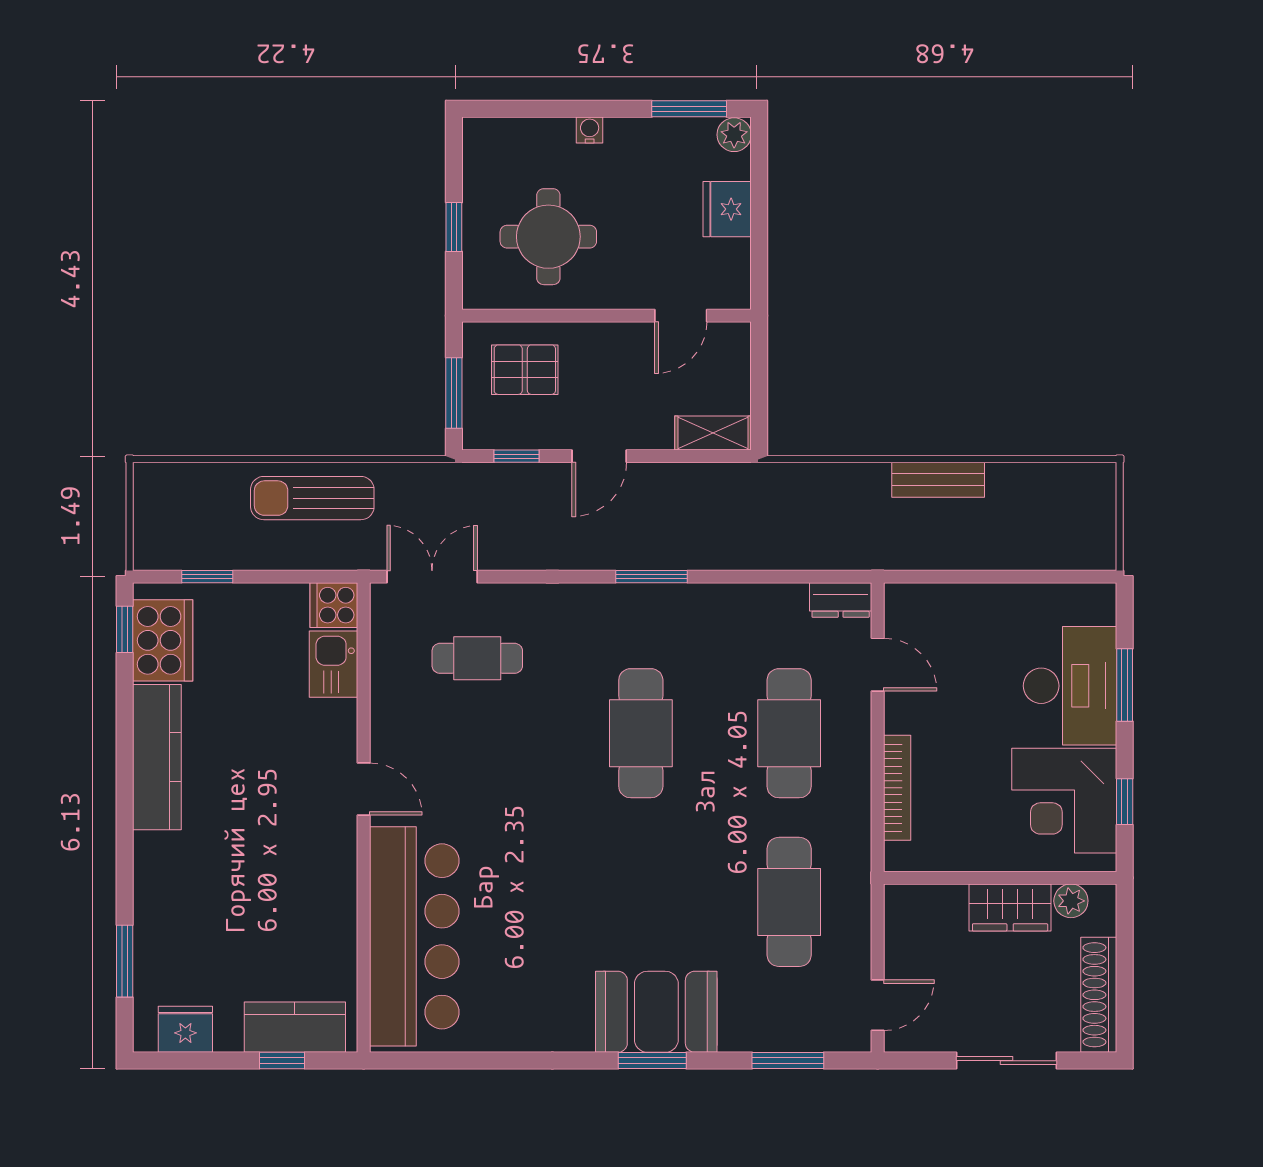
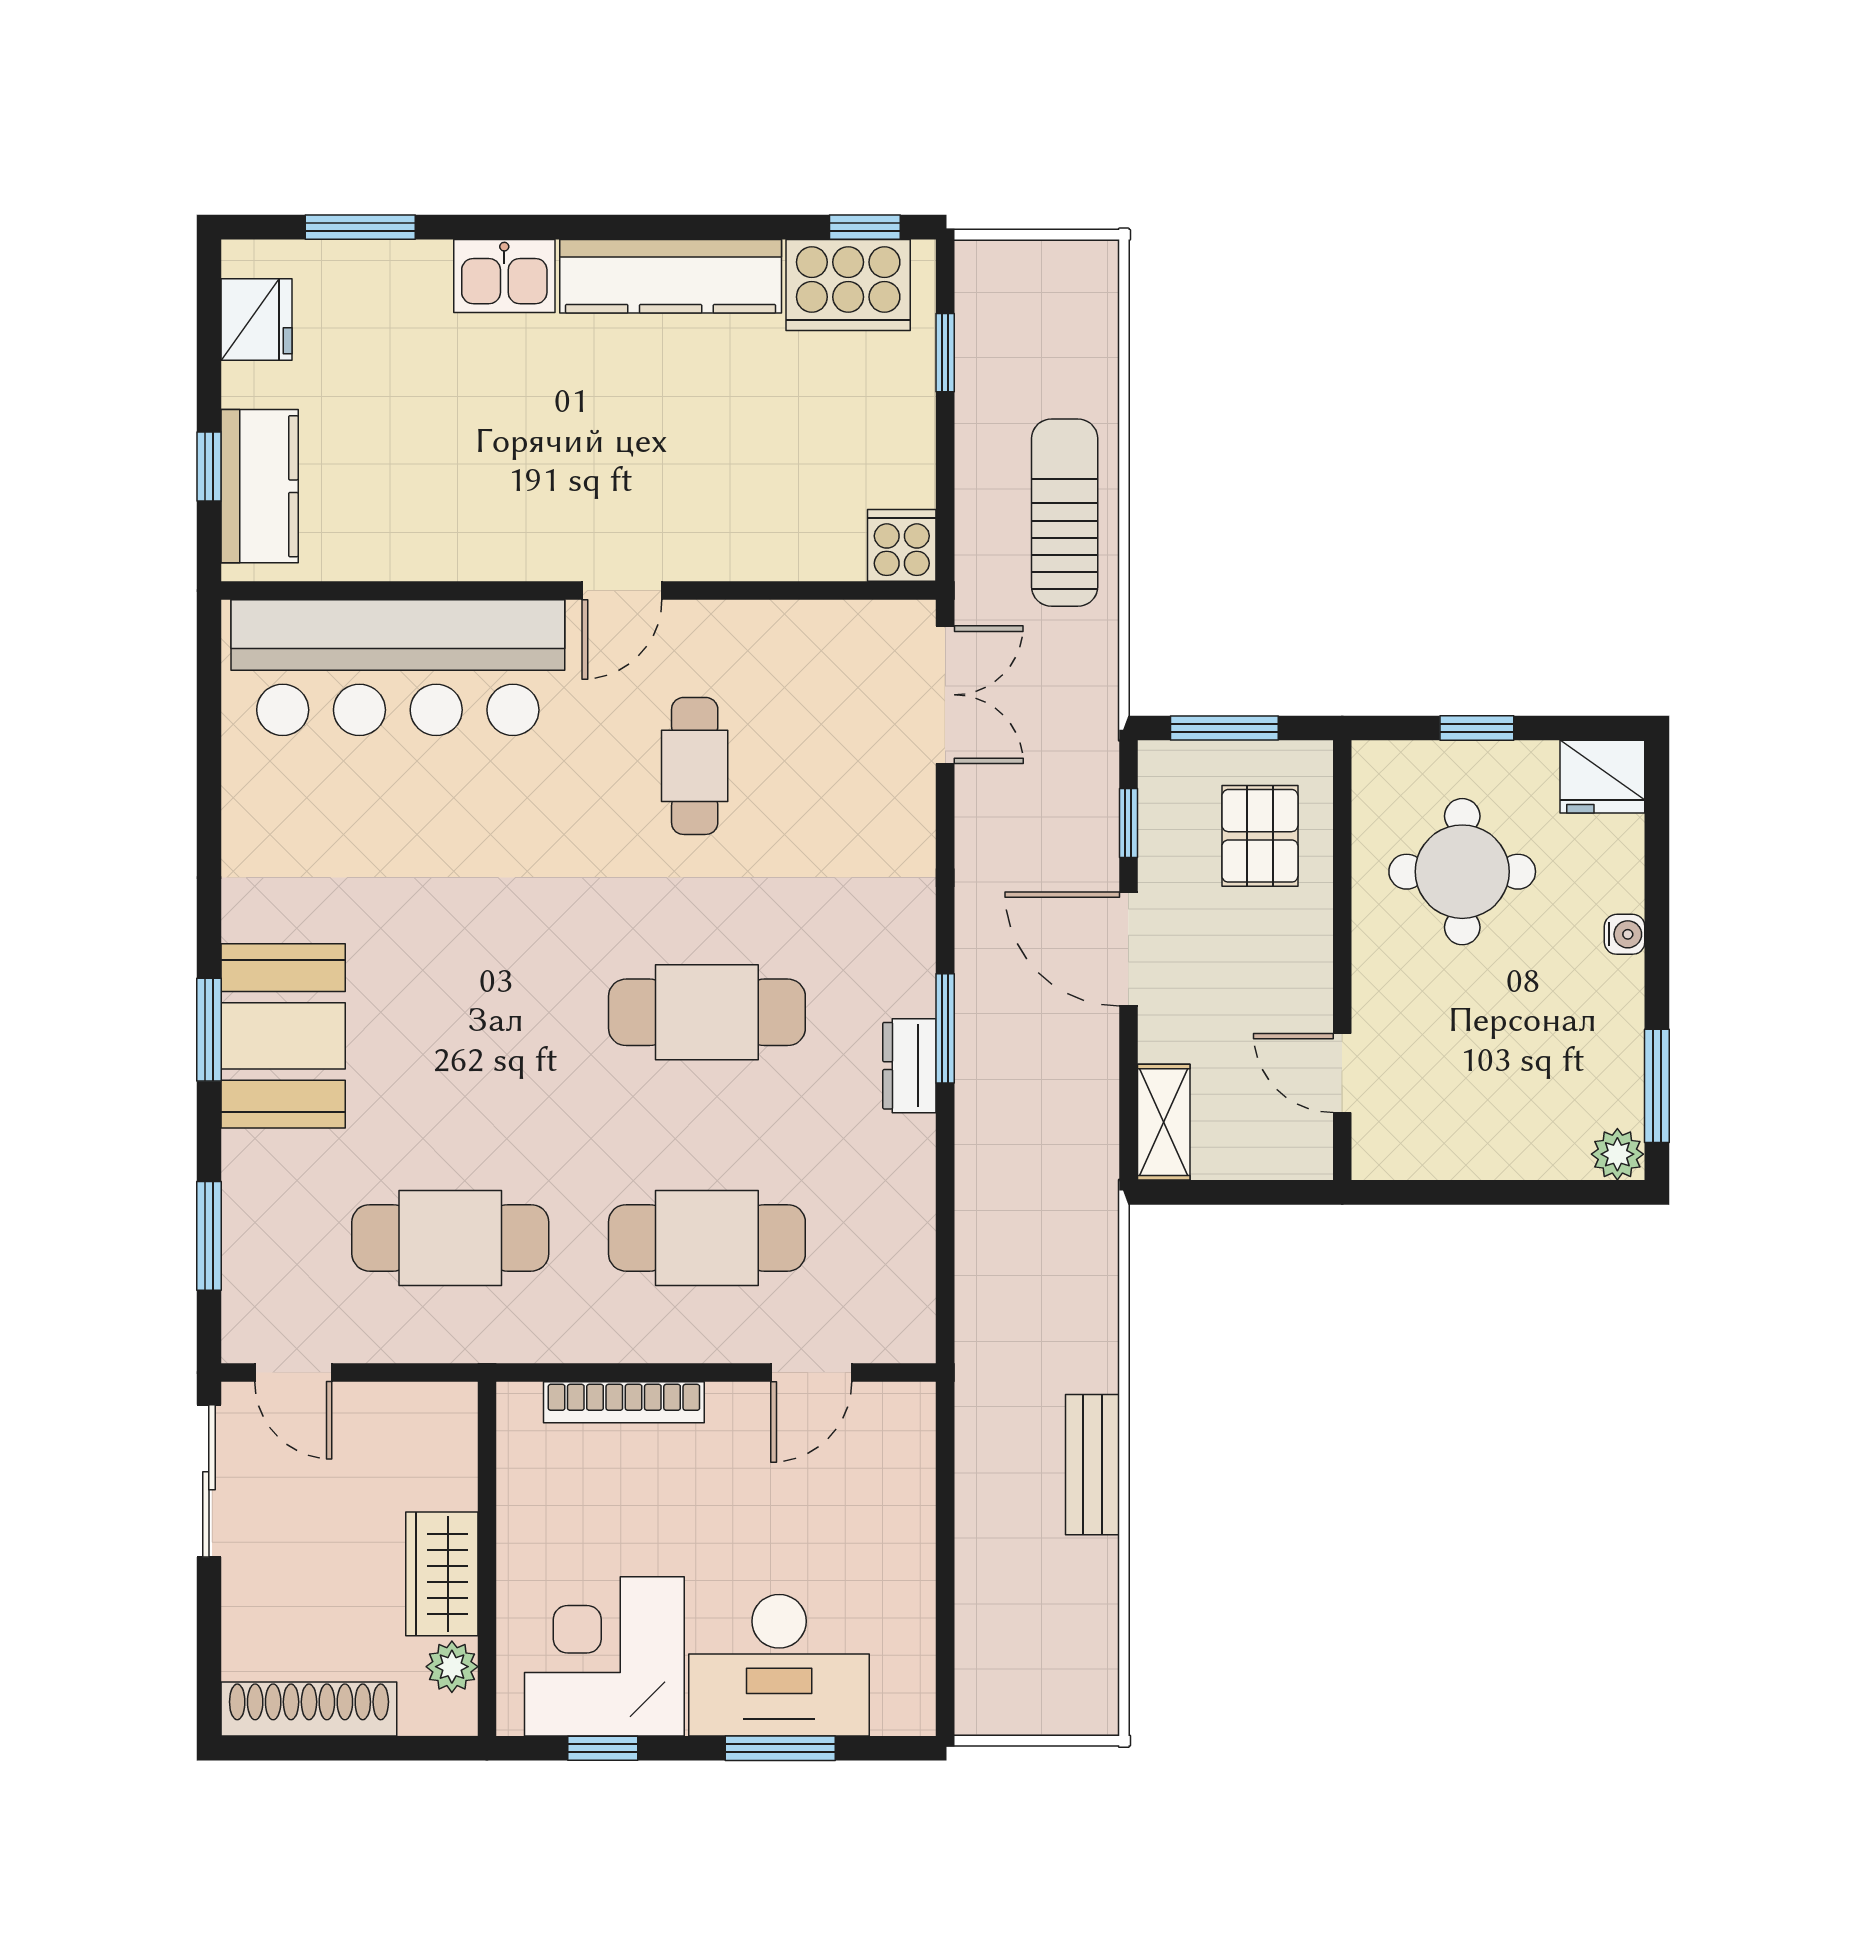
fridge: (727, 209) -> (1602, 777), moved, turned 180
door: (599, 456) -> (1128, 949), width x1.38
dresser: (841, 600) -> (909, 1066), moved
cafe table: (477, 658) -> (695, 766), moved
kitchen sink: (333, 664) -> (504, 276), moved, turned 180
sliding door: (1006, 1061) -> (209, 1481), moved

